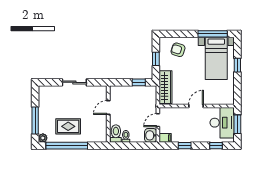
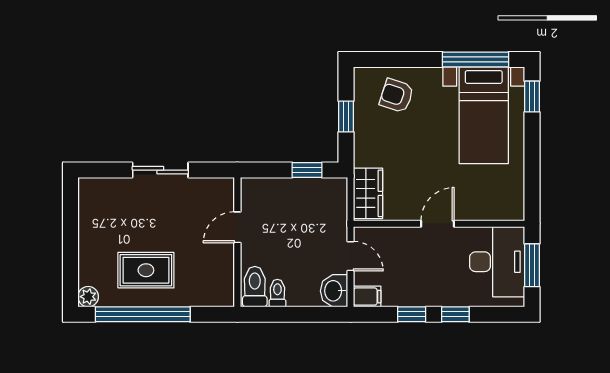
window: (237, 65) -> (532, 97), moved
wardrobe: (166, 87) -> (368, 193), width x0.67
window: (35, 120) -> (71, 257), removed
door: (158, 120) -> (351, 256), swing flipped
window: (216, 146) -> (455, 314), moved

